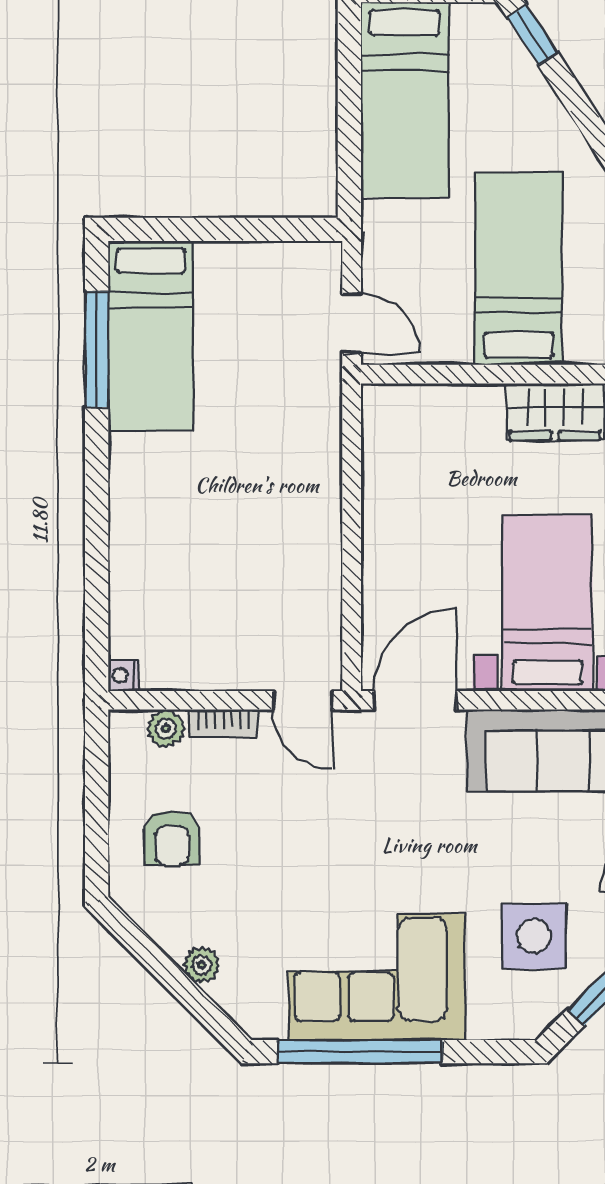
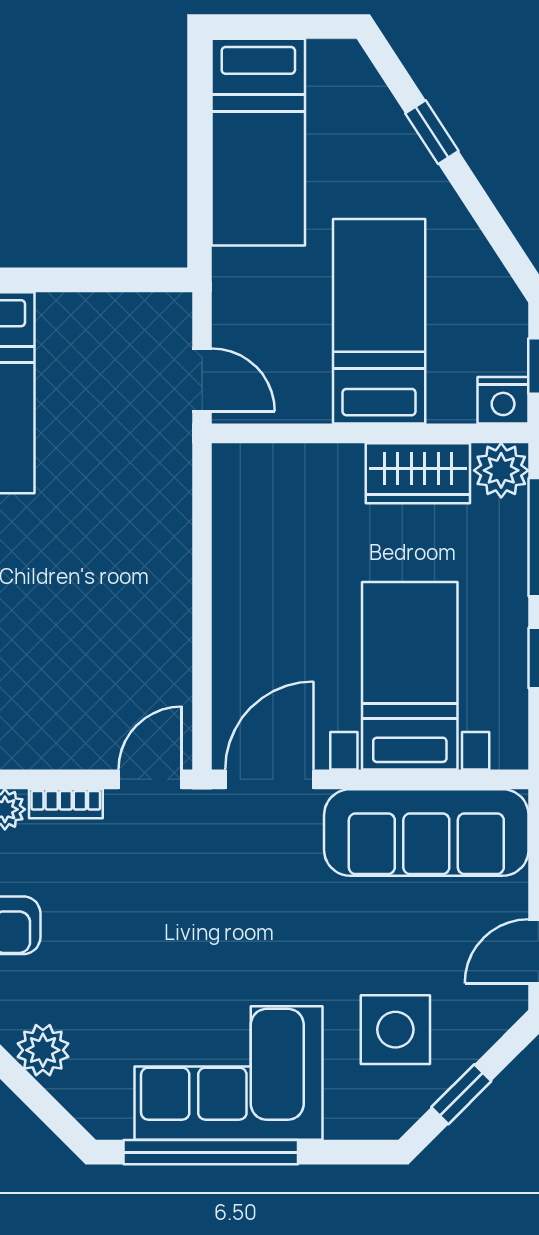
window: (532, 35) -> (432, 132), moved
door: (303, 700) -> (150, 779), swing flipped
plant: (202, 965) -> (43, 1050), width x1.38, depth x1.38

